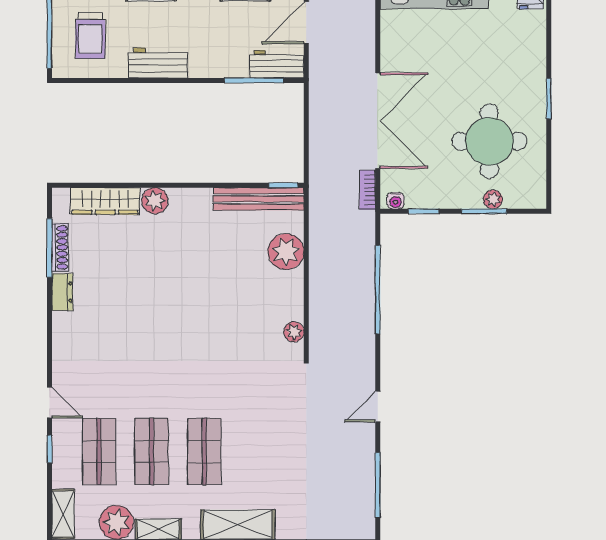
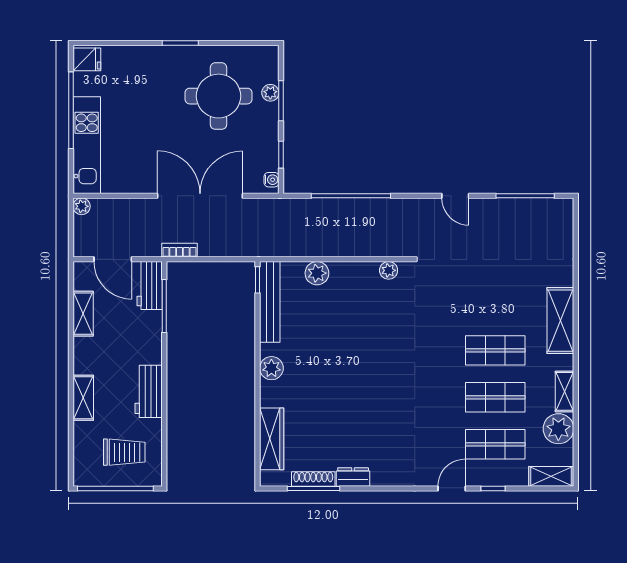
bookcase: (367, 190) -> (180, 250), moved, turned 180
plant: (155, 201) -> (271, 368), moved
plant: (286, 252) -> (317, 273), width x0.73, depth x0.73

